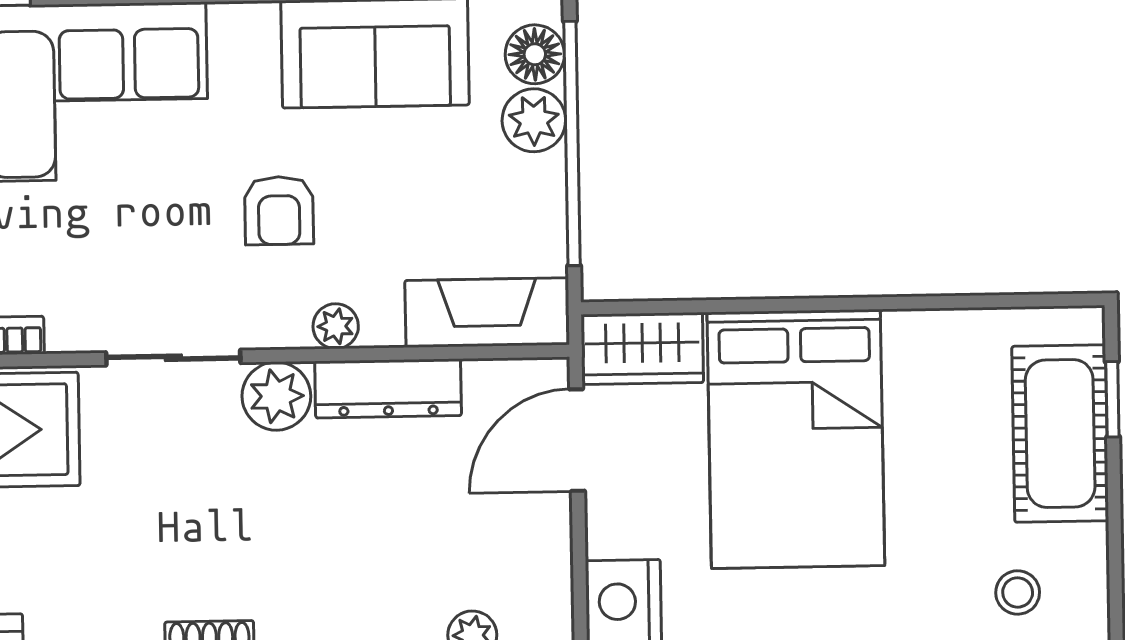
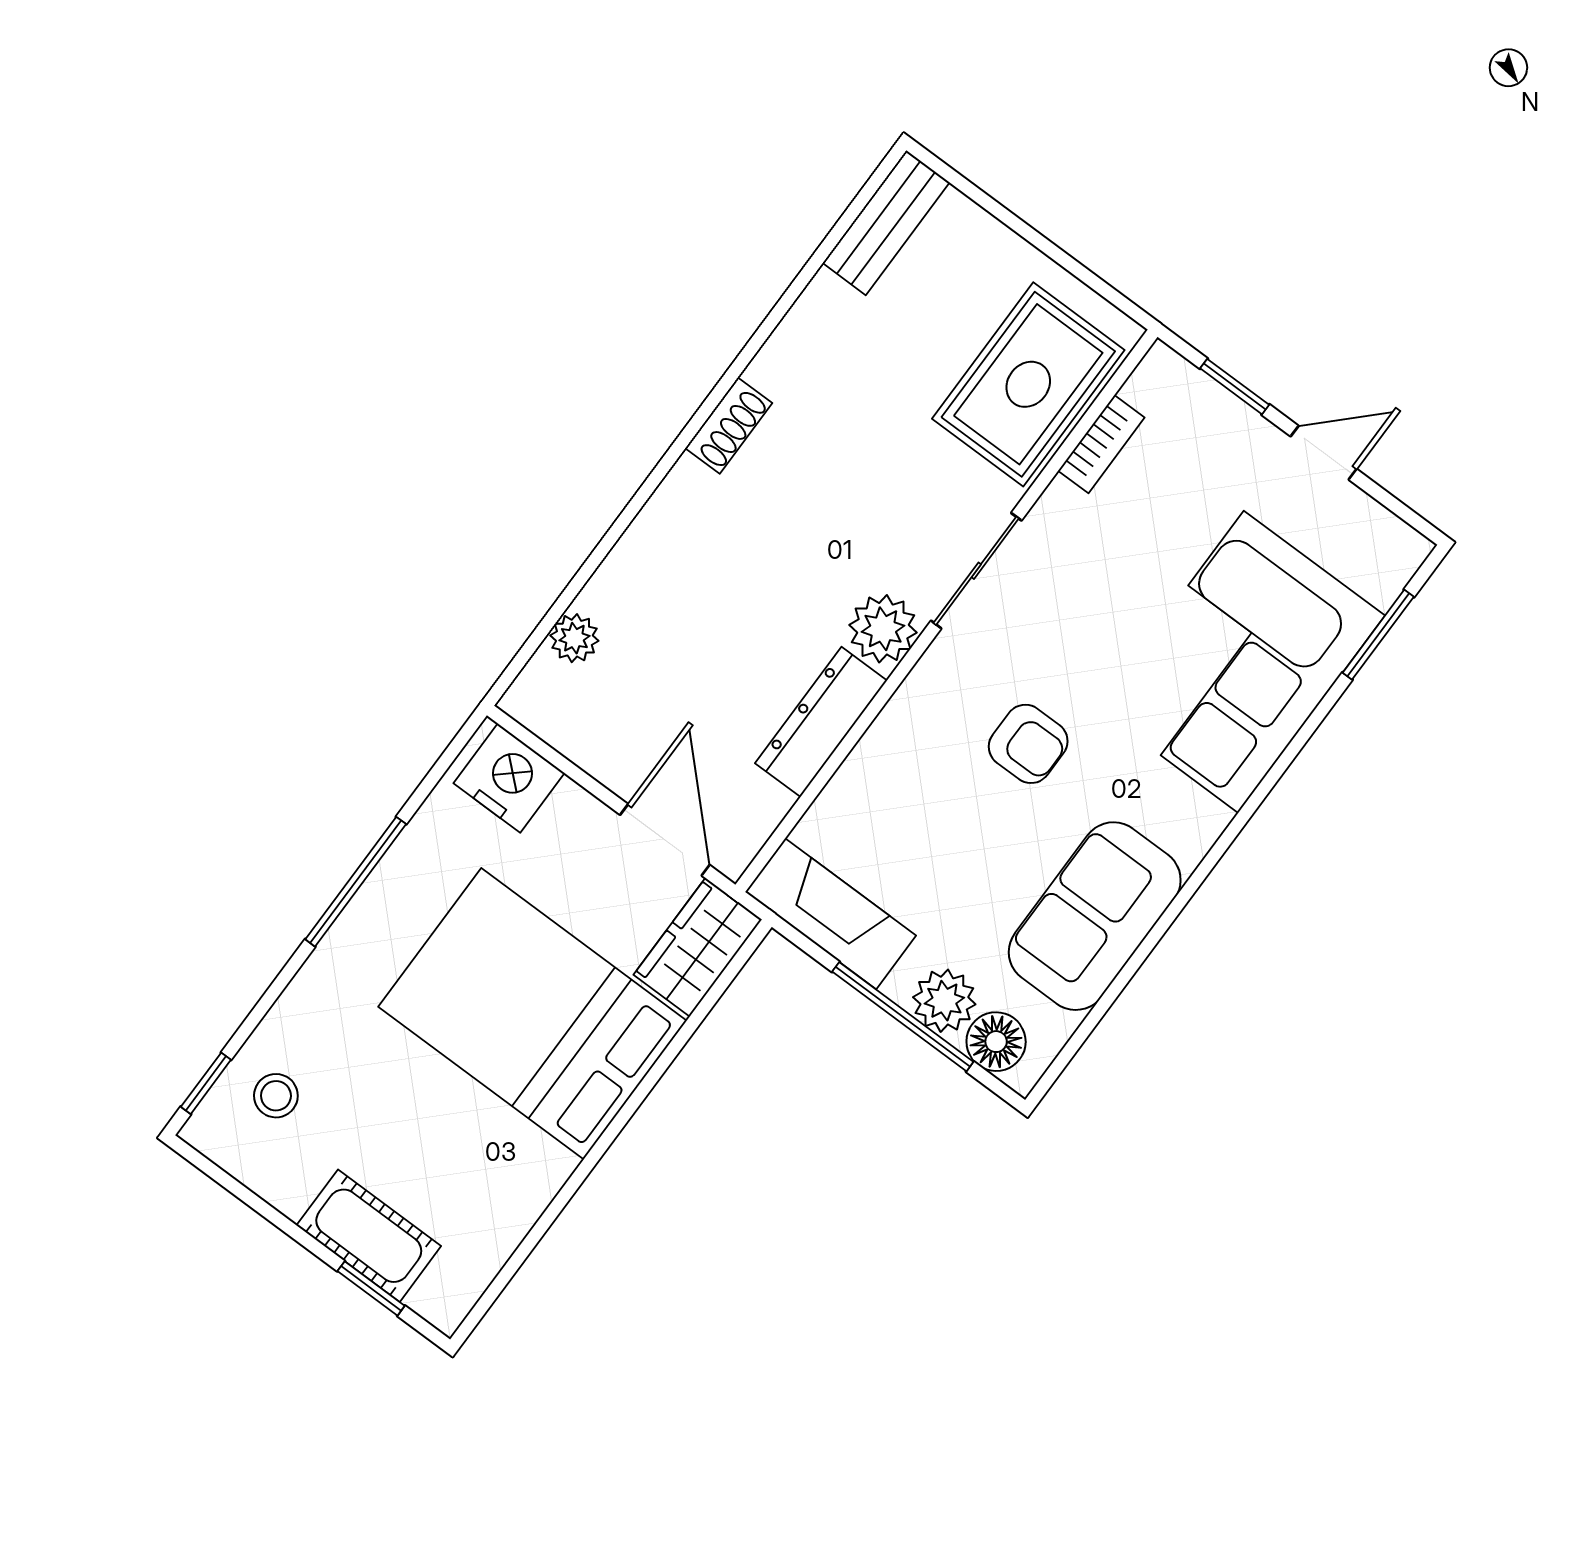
window: (572, 143) -> (903, 1017), width x0.68
armchair: (279, 211) -> (1028, 744), turned 180
fireplace: (487, 313) -> (831, 914), moved, turned -90
plant: (336, 326) -> (902, 718), removed
cot: (1060, 433) -> (369, 1236), width x0.73, depth x0.75

